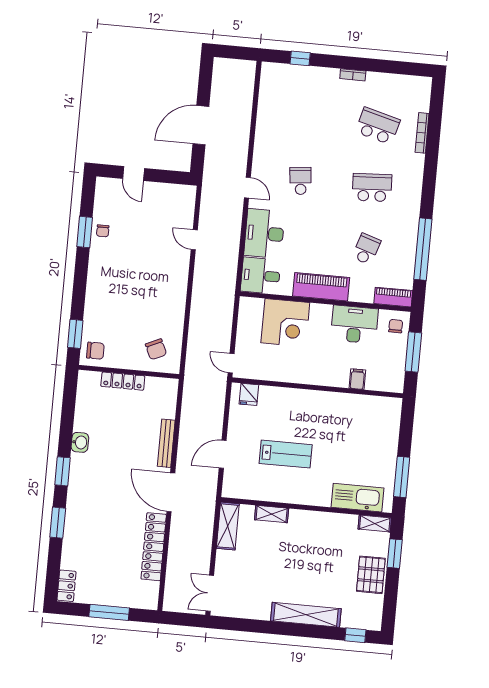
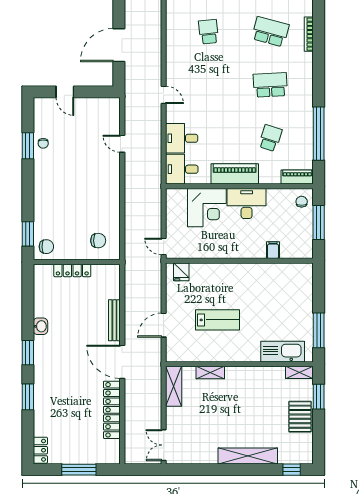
school desk: (301, 181) -> (209, 32), moved
desk: (264, 233) -> (182, 138), width x0.73
desk: (354, 324) -> (247, 203), moved
chair: (156, 349) -> (98, 241), turned -66

